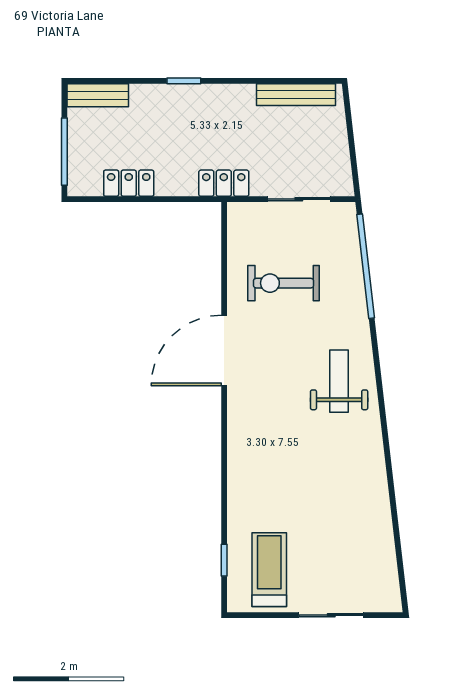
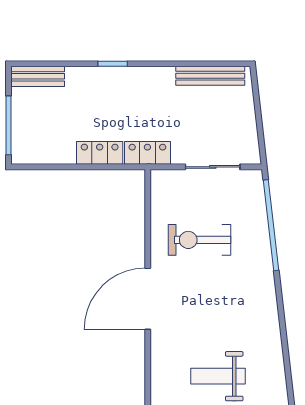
locker: (129, 183) -> (100, 153), moved
weight bench: (339, 381) -> (218, 376), moved, turned -90

